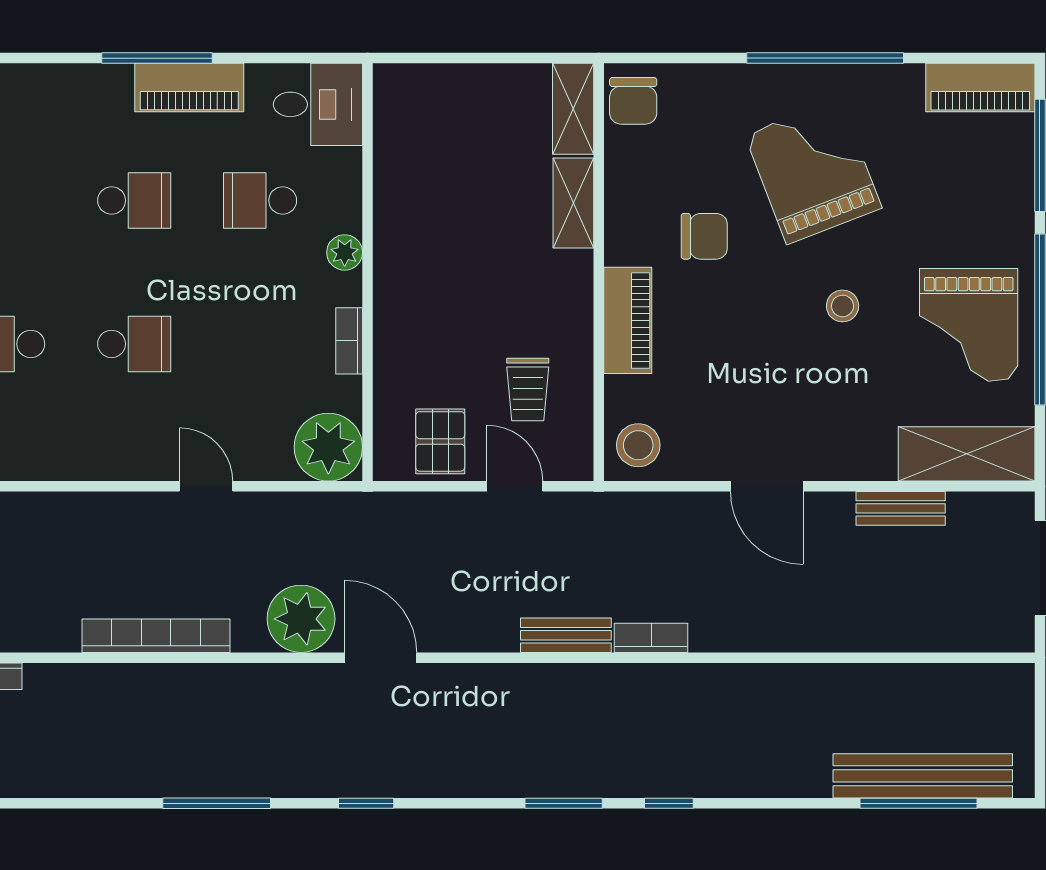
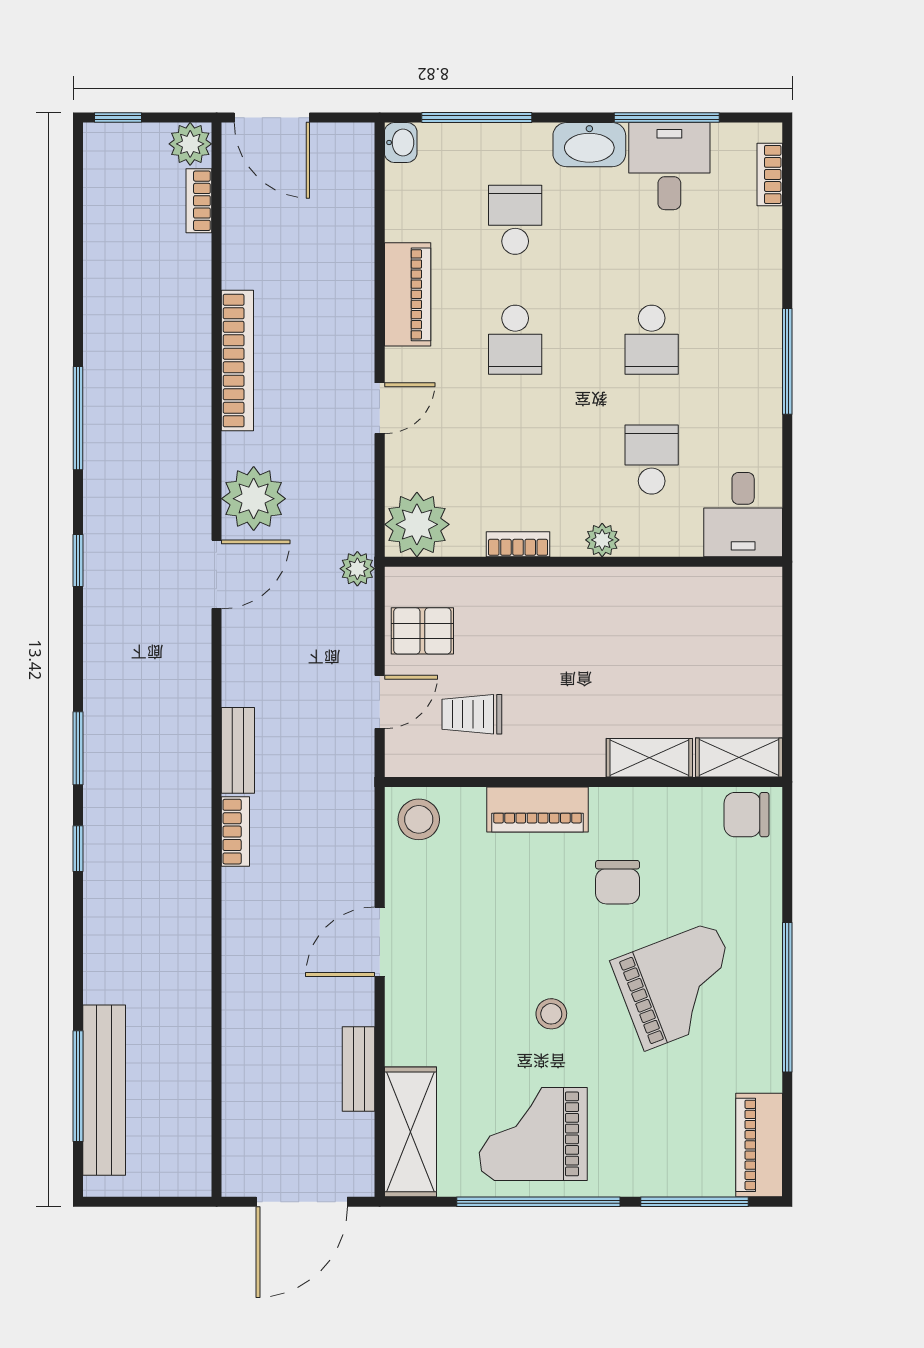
piano: (189, 87) -> (408, 294), moved, turned 180
plant: (375, 510) -> (357, 569), added

